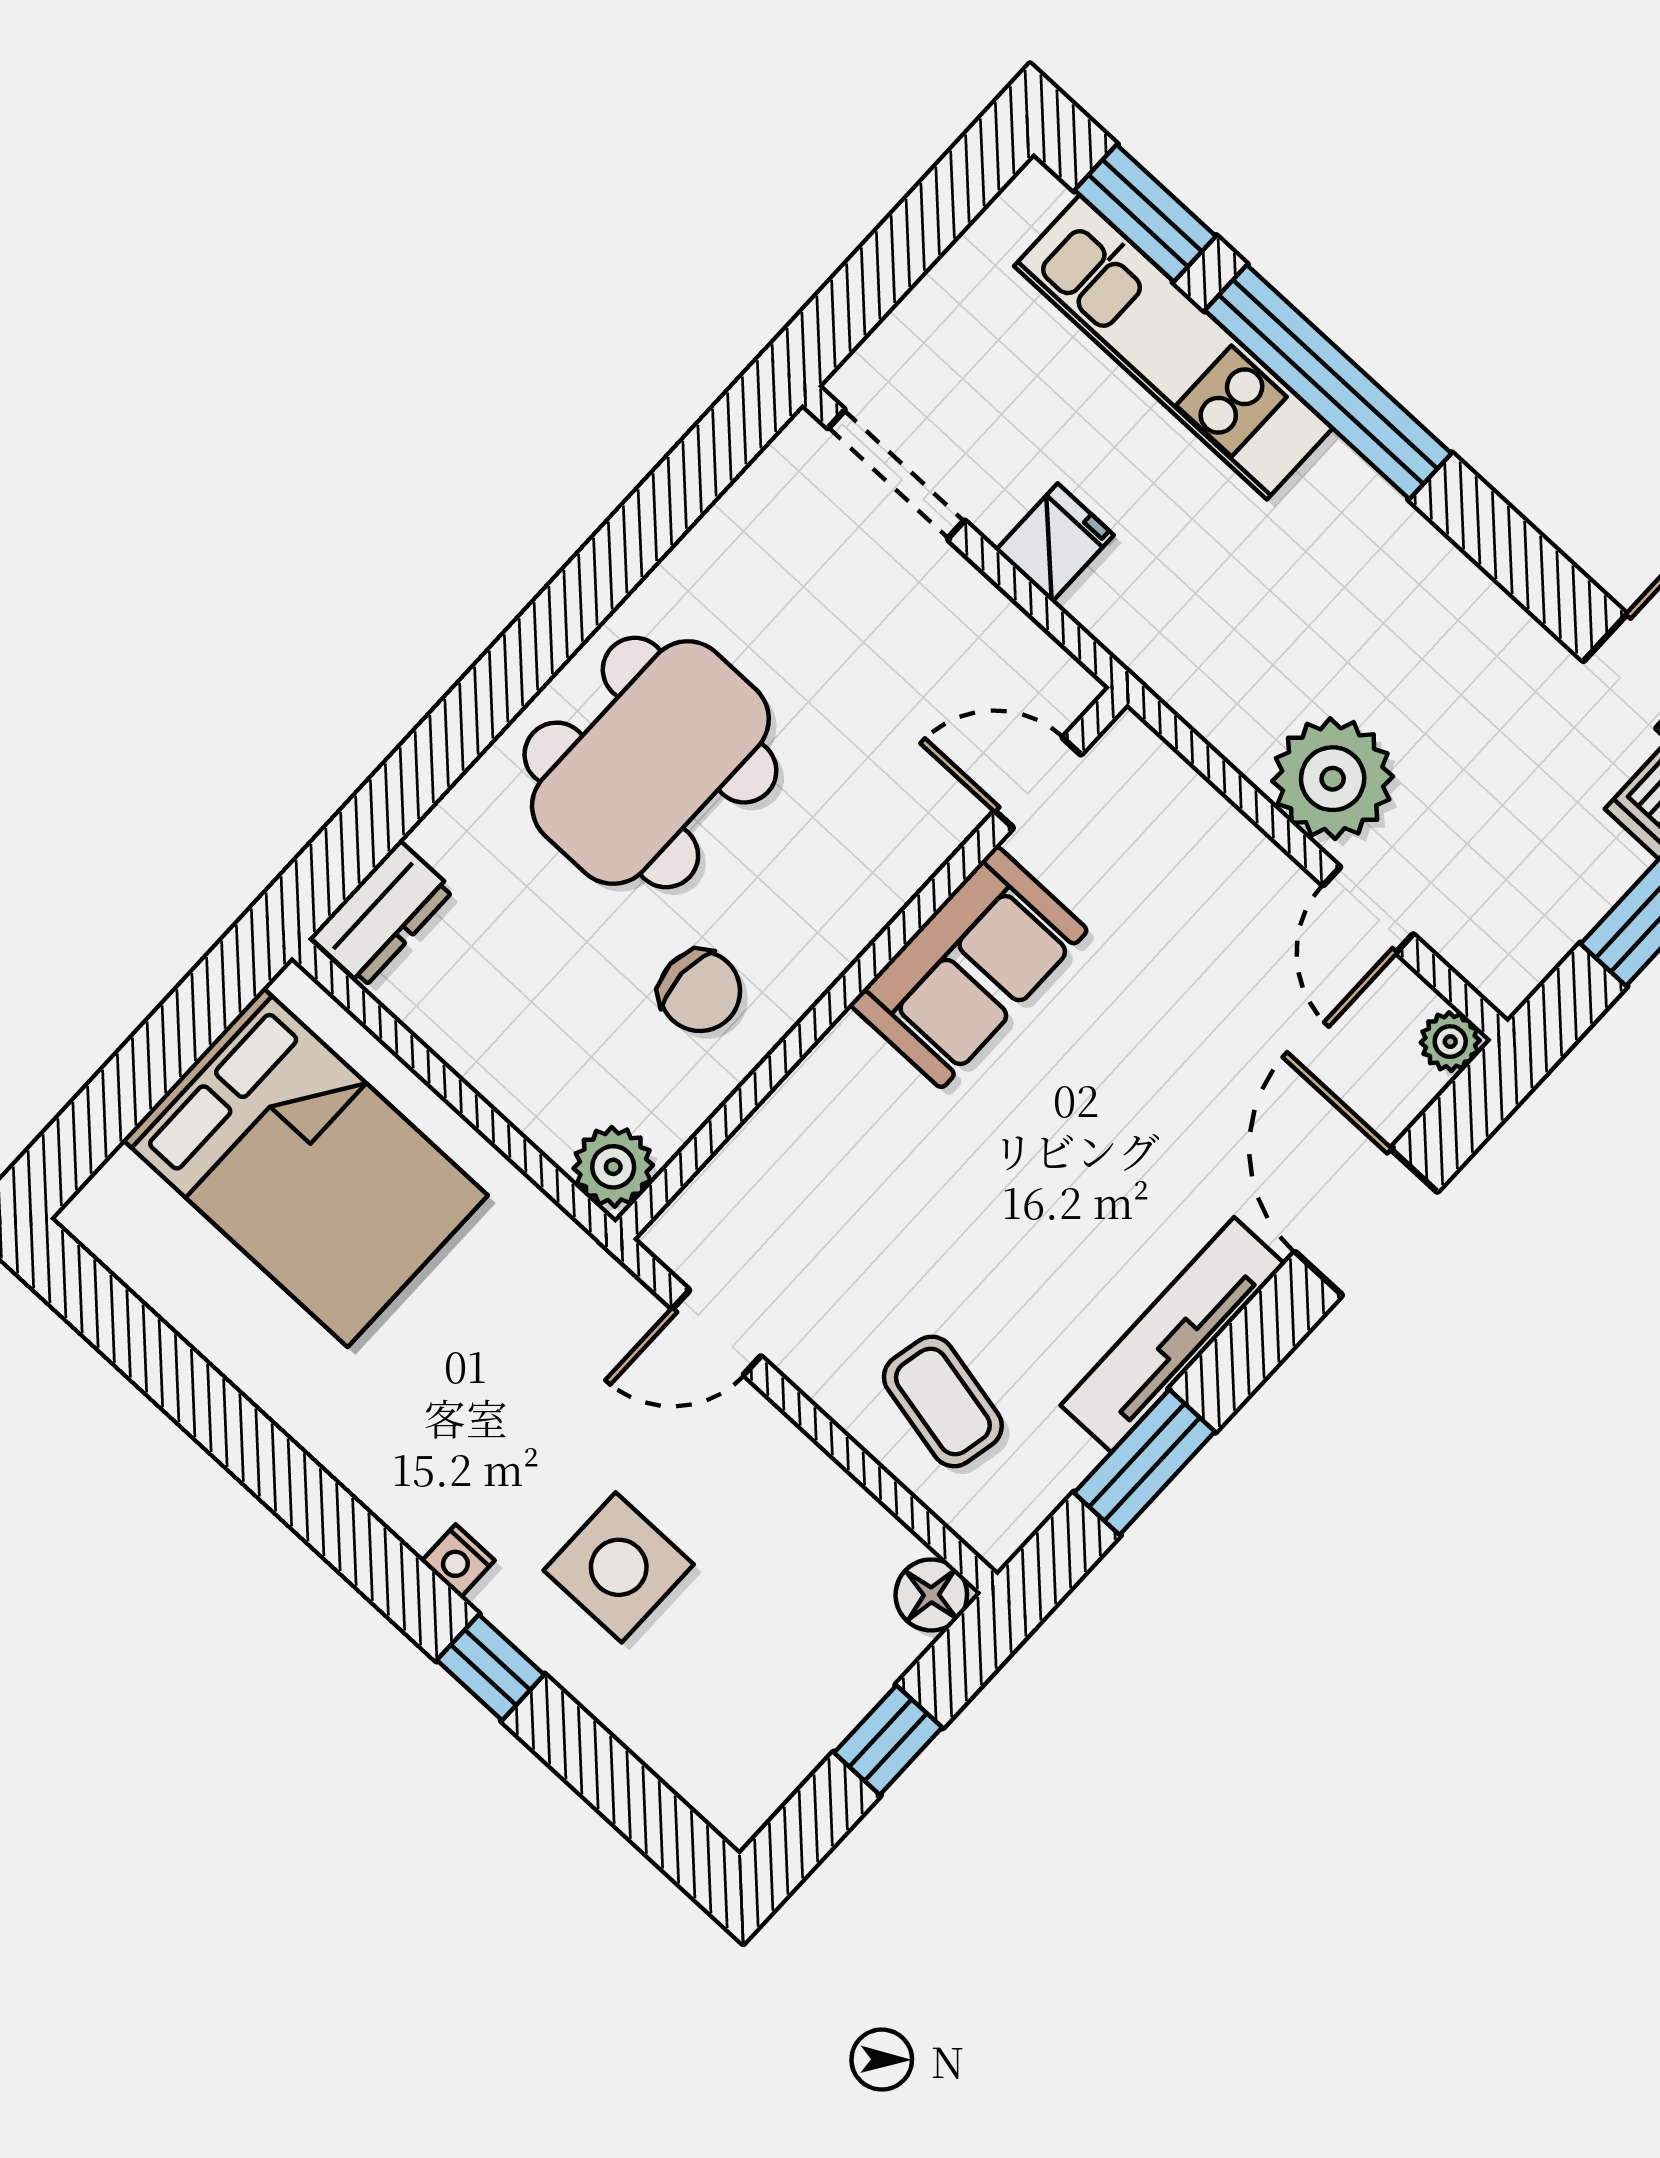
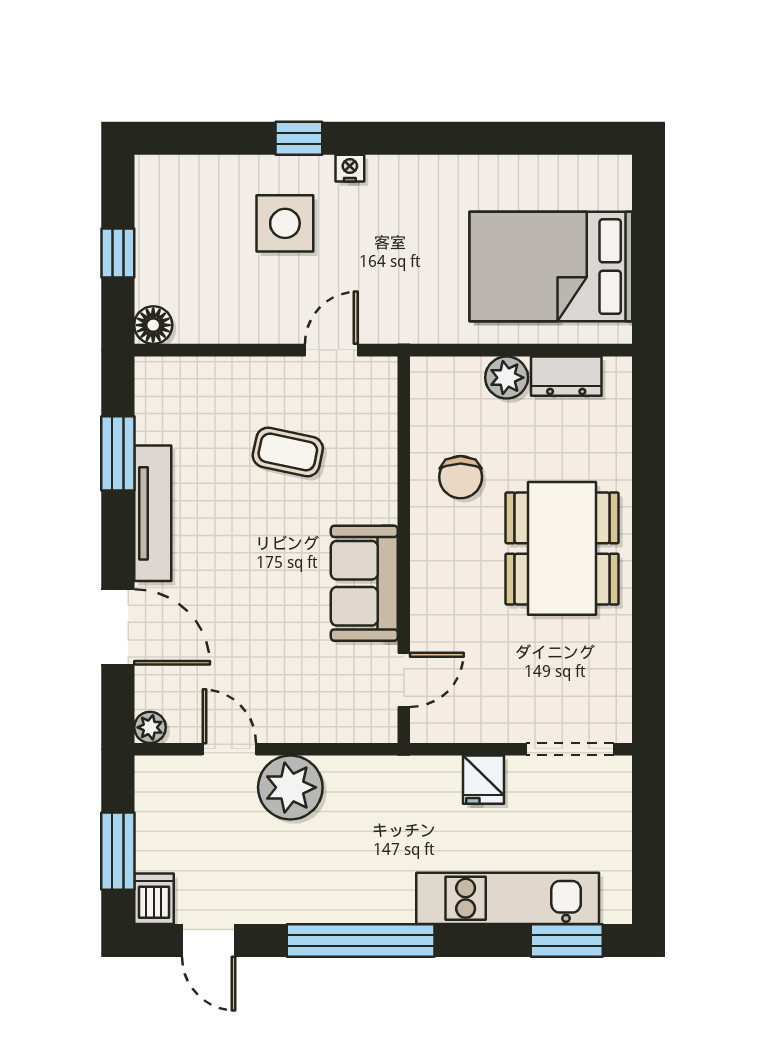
window: (1328, 382) -> (361, 940), moved
dresser: (382, 914) -> (566, 376), moved, turned -90
chair: (700, 991) -> (461, 477), turned -90
plant: (613, 1167) -> (507, 378), moved
coffee table: (943, 1401) -> (288, 452), moved

